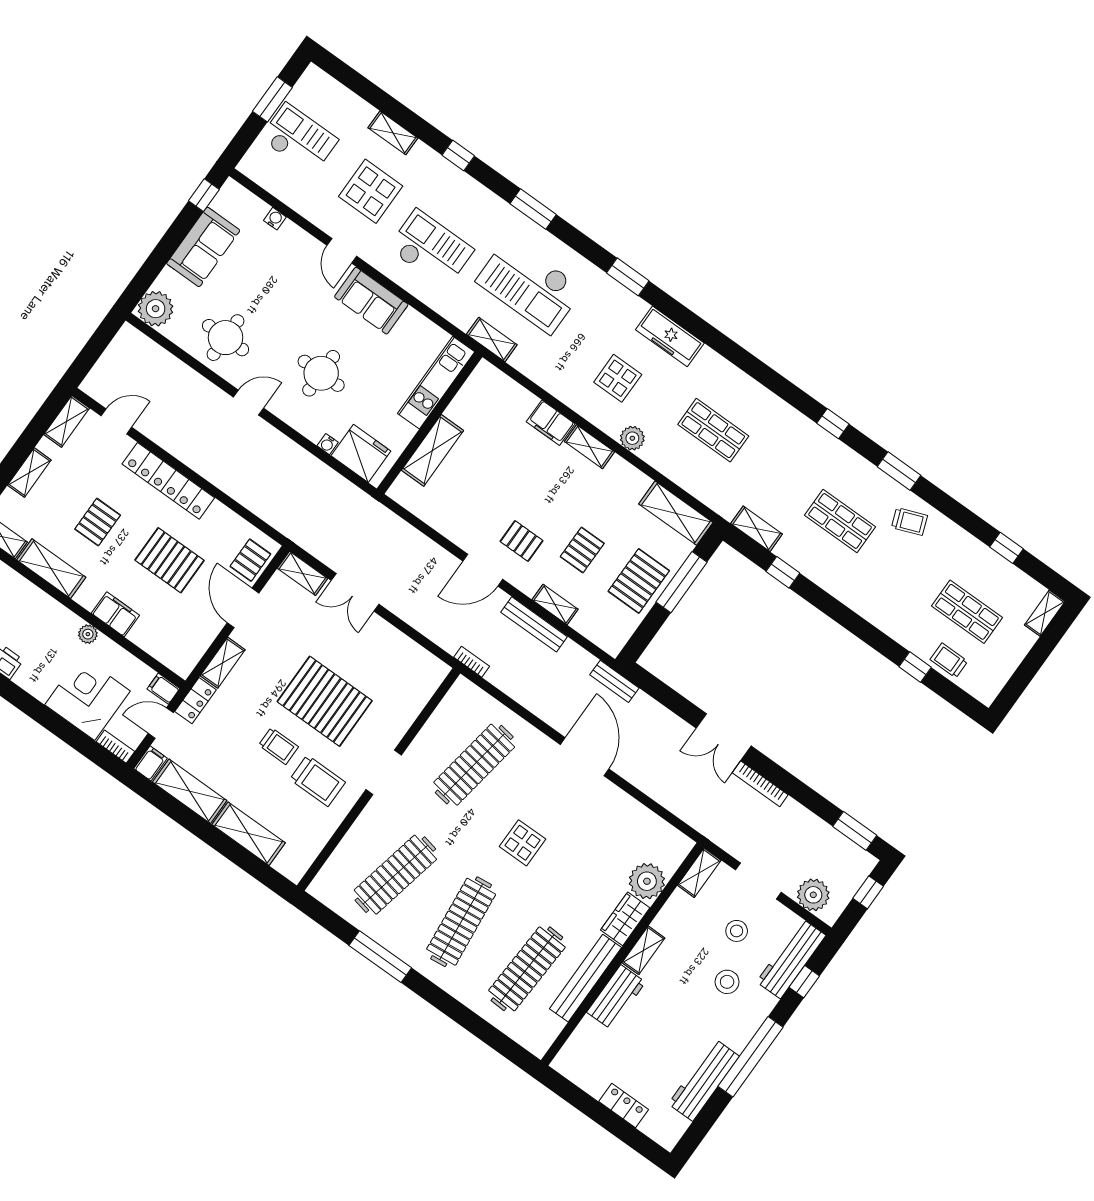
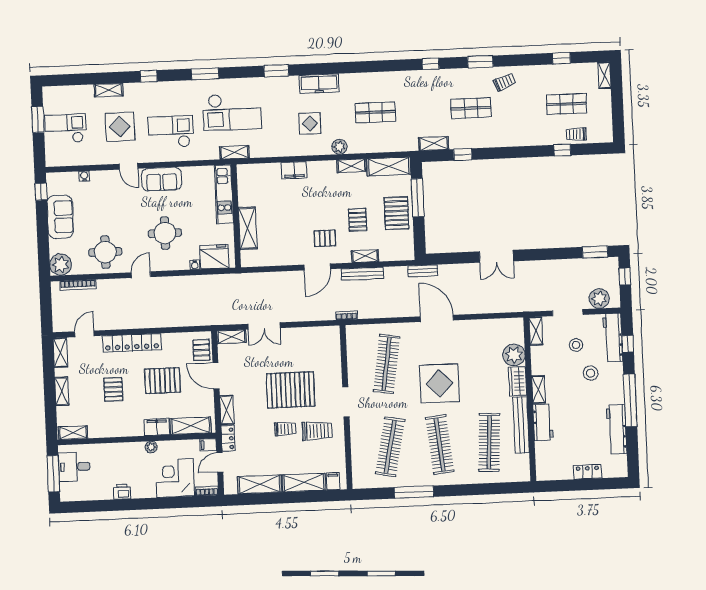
shelving: (589, 447) -> (351, 166), moved
shelving: (51, 569) -> (191, 426), moved
filing cabinet: (151, 763) -> (333, 481), moved
bookcase: (760, 784) -> (78, 285), moved
display table: (522, 843) -> (439, 383), width x1.86, depth x1.86

